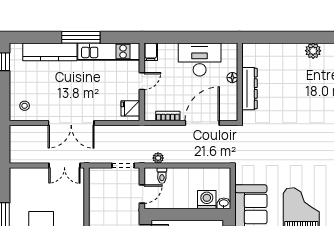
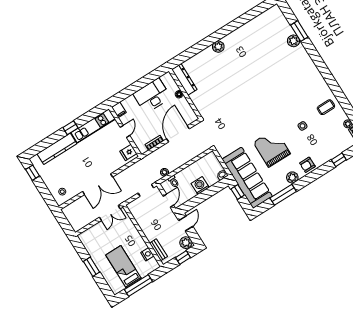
window: (81, 37) -> (70, 128), width x0.46
dresser: (249, 89) -> (184, 79), moved
washing machine: (207, 200) -> (200, 186), moved

